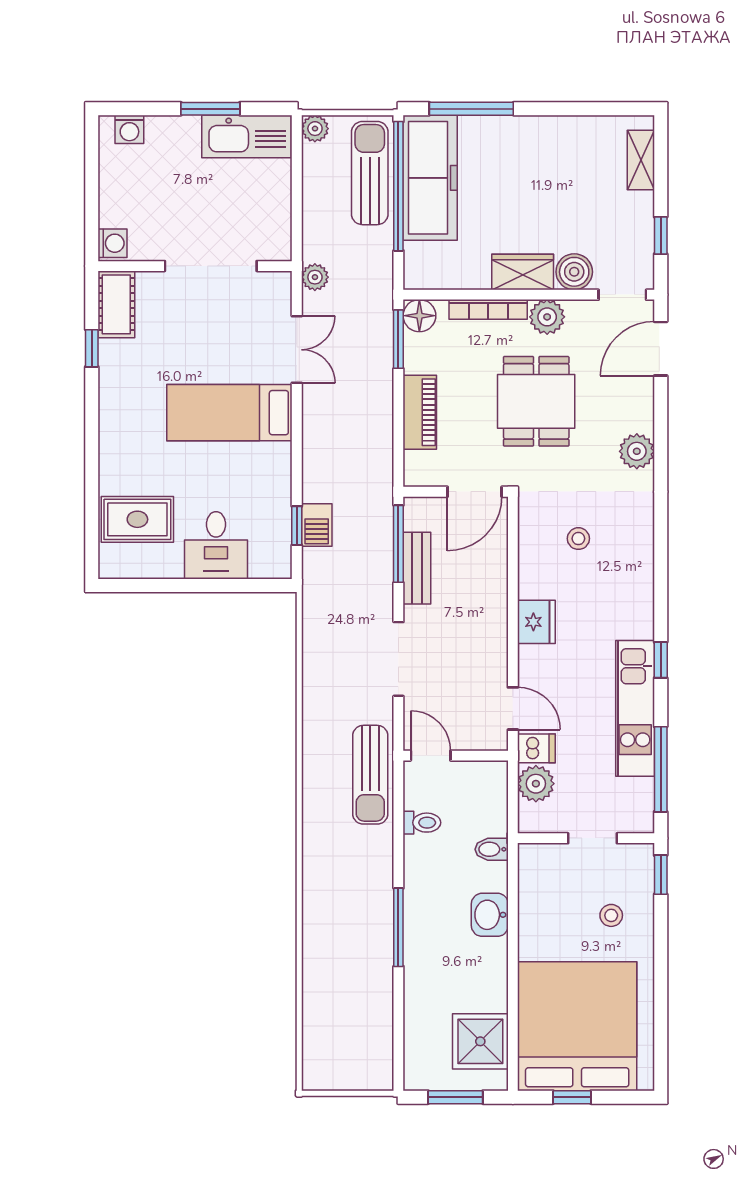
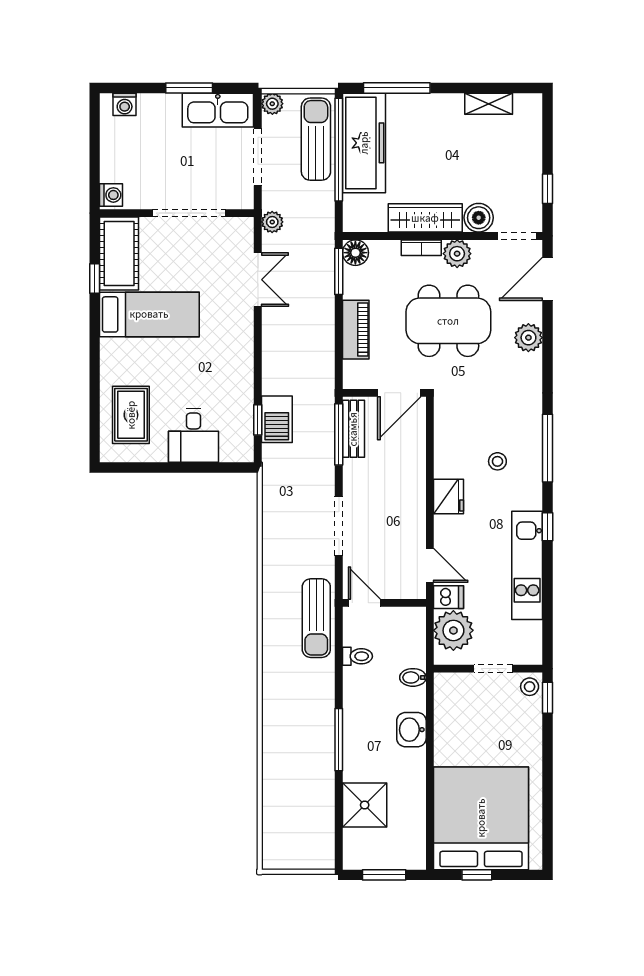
shelving: (641, 160) -> (489, 104), moved, turned 90
doorway: (297, 196) -> (258, 157), added
wardrobe: (523, 272) -> (425, 218), width x1.50
cot: (116, 304) -> (119, 254), width x1.37, depth x1.34
bookcase: (488, 309) -> (421, 248), width x0.64
dining table: (536, 401) -> (448, 321), width x1.38
bed: (229, 413) -> (149, 314), moved, turned 180
plant: (637, 451) -> (528, 338), moved
rug: (137, 519) -> (131, 415), turned 90
barbecue: (317, 525) -> (277, 419), width x1.38, depth x1.27
stool: (578, 539) -> (497, 461), moved
bench: (417, 568) -> (353, 429), moved
window: (661, 769) -> (547, 448), moved
plant: (536, 784) -> (453, 630), width x1.36, depth x1.36
stool: (611, 915) -> (530, 687), moved
shower: (480, 1041) -> (365, 805), moved

